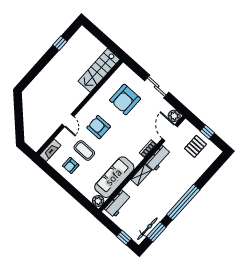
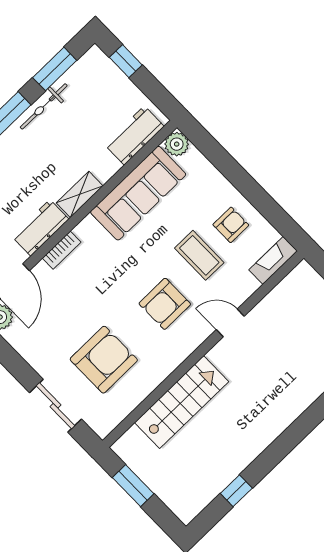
window: (108, 42) -> (133, 486), added
stairs: (99, 70) -> (182, 402), moved
sliding door: (157, 87) -> (55, 406), moved
door: (68, 120) -> (230, 323), hinge flipped
armchair: (99, 127) -> (165, 304), turned 90
bicycle: (147, 229) -> (44, 106), moved

